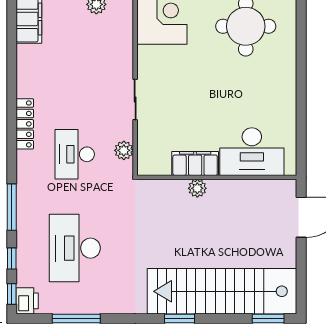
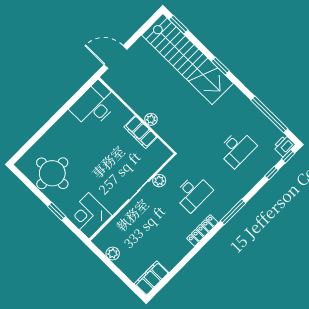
plant: (124, 150) -> (159, 181), moved
desk: (252, 152) -> (94, 105), moved, turned -90
window: (12, 207) -> (233, 212), moved
desk: (75, 248) -> (237, 148), width x0.73, depth x0.77
window: (76, 319) -> (269, 114), width x1.46

